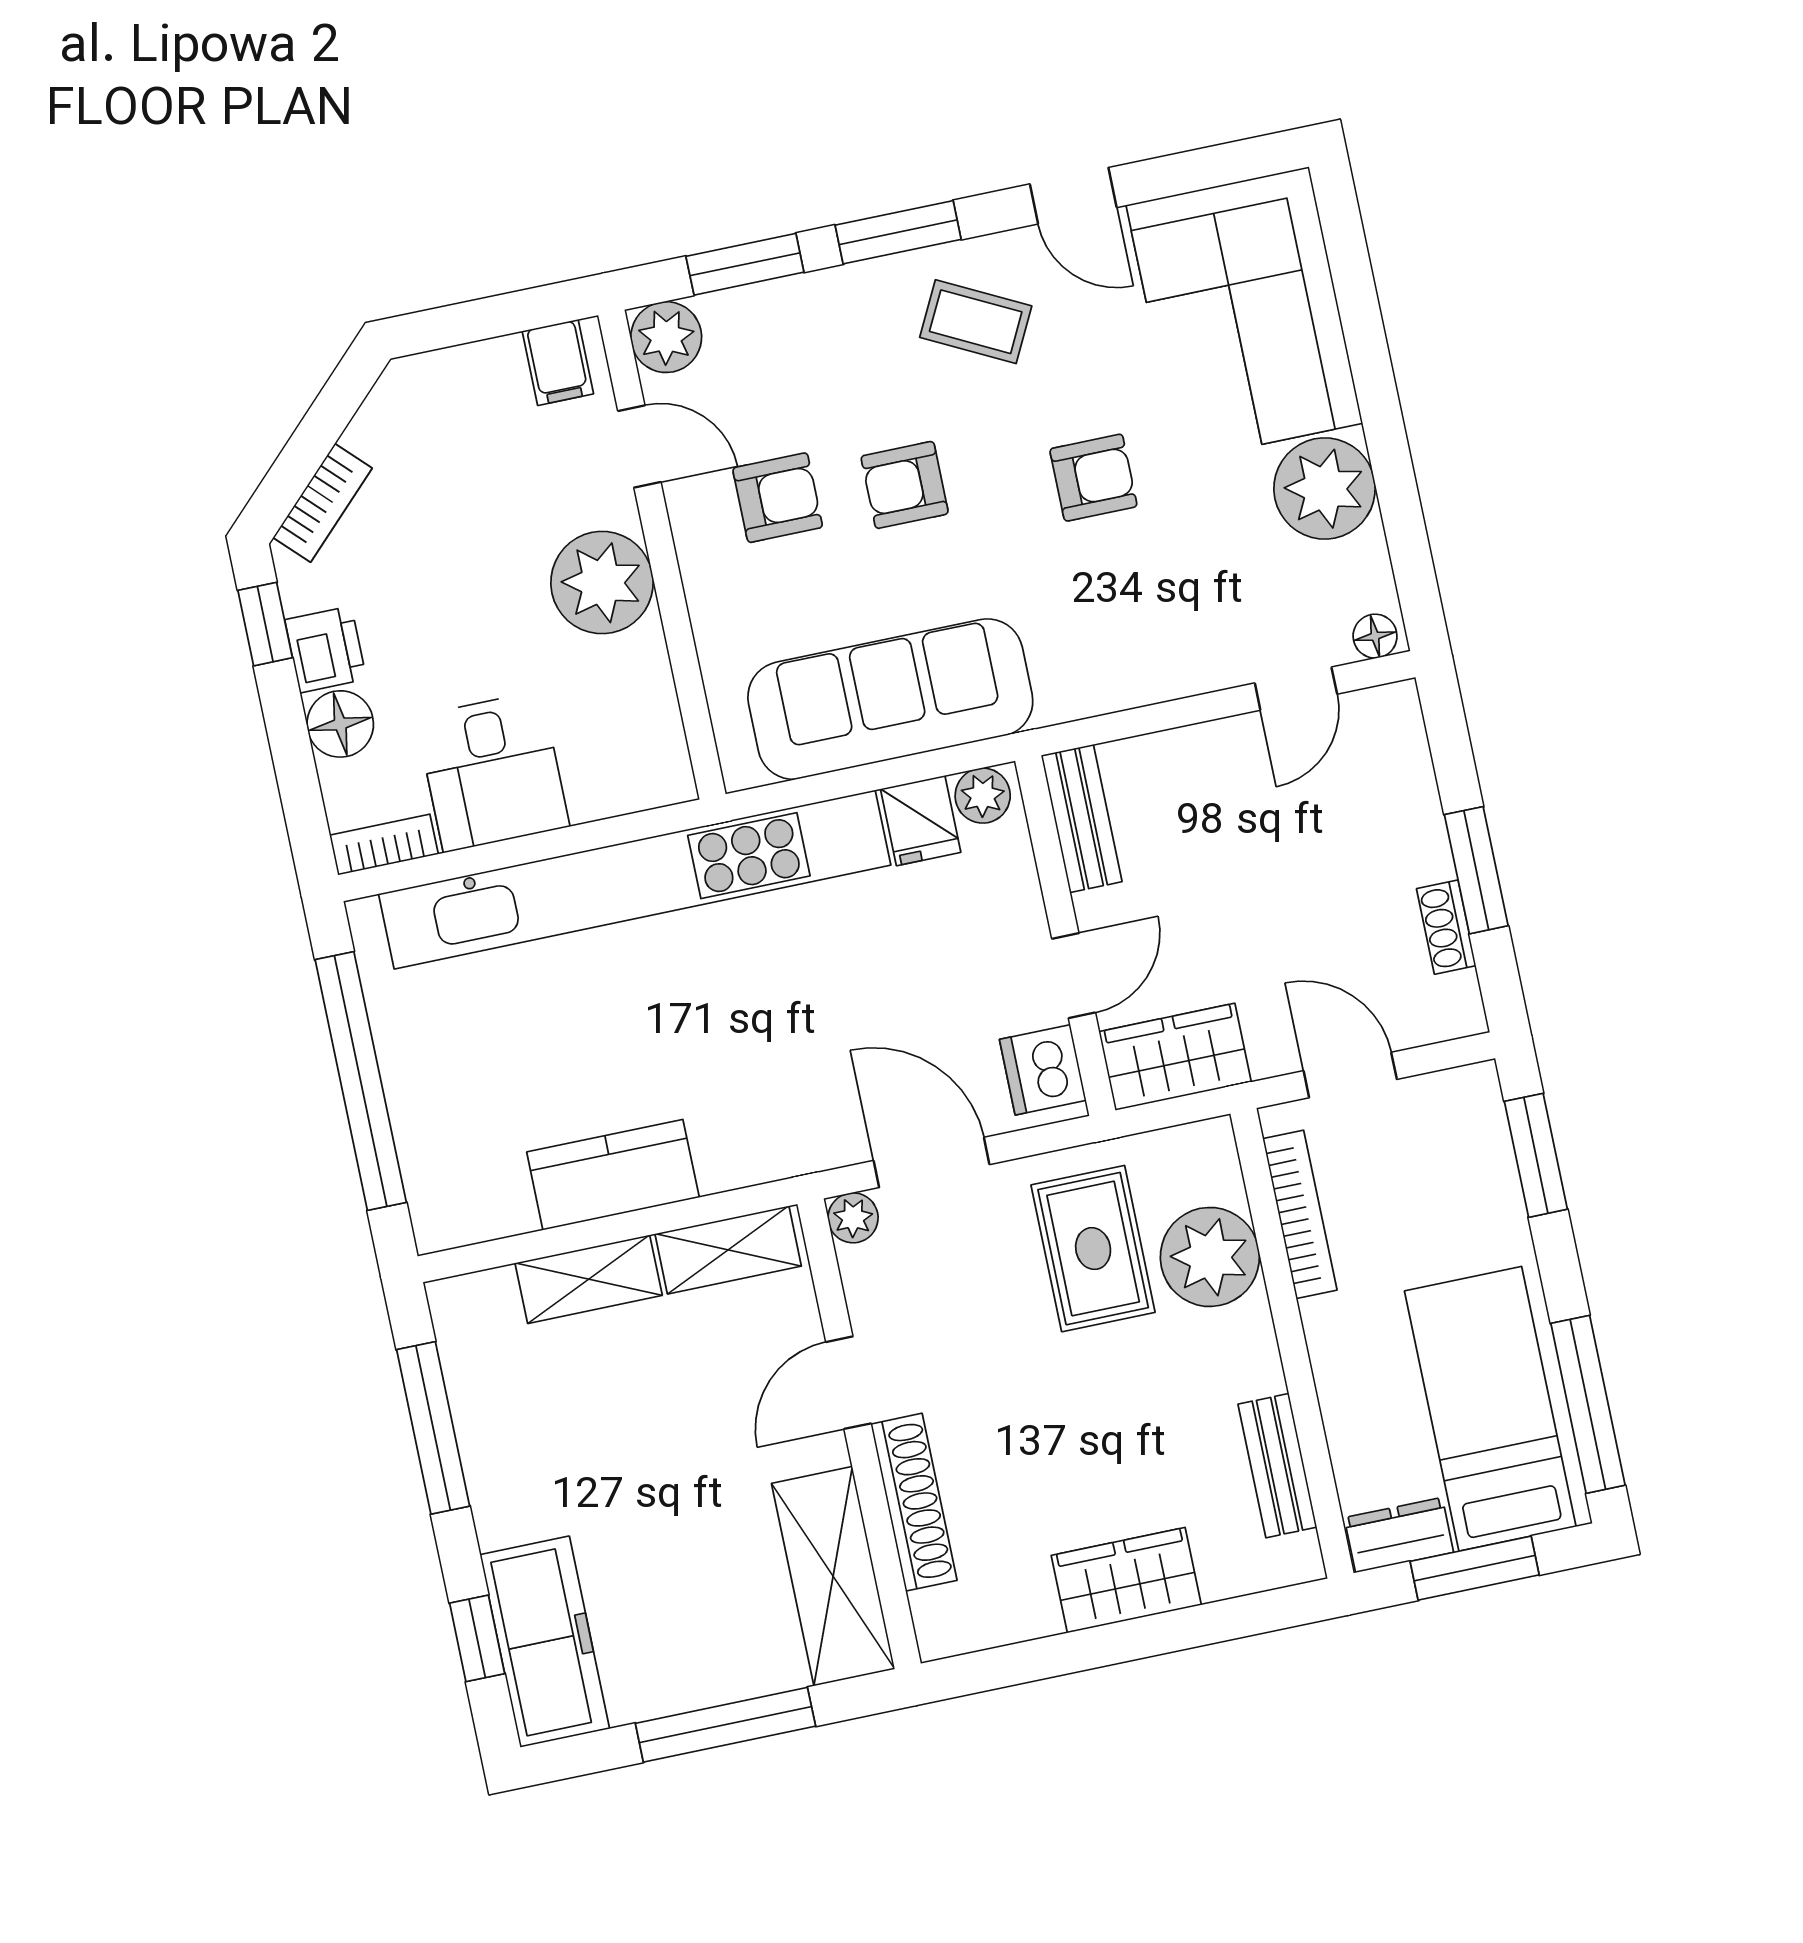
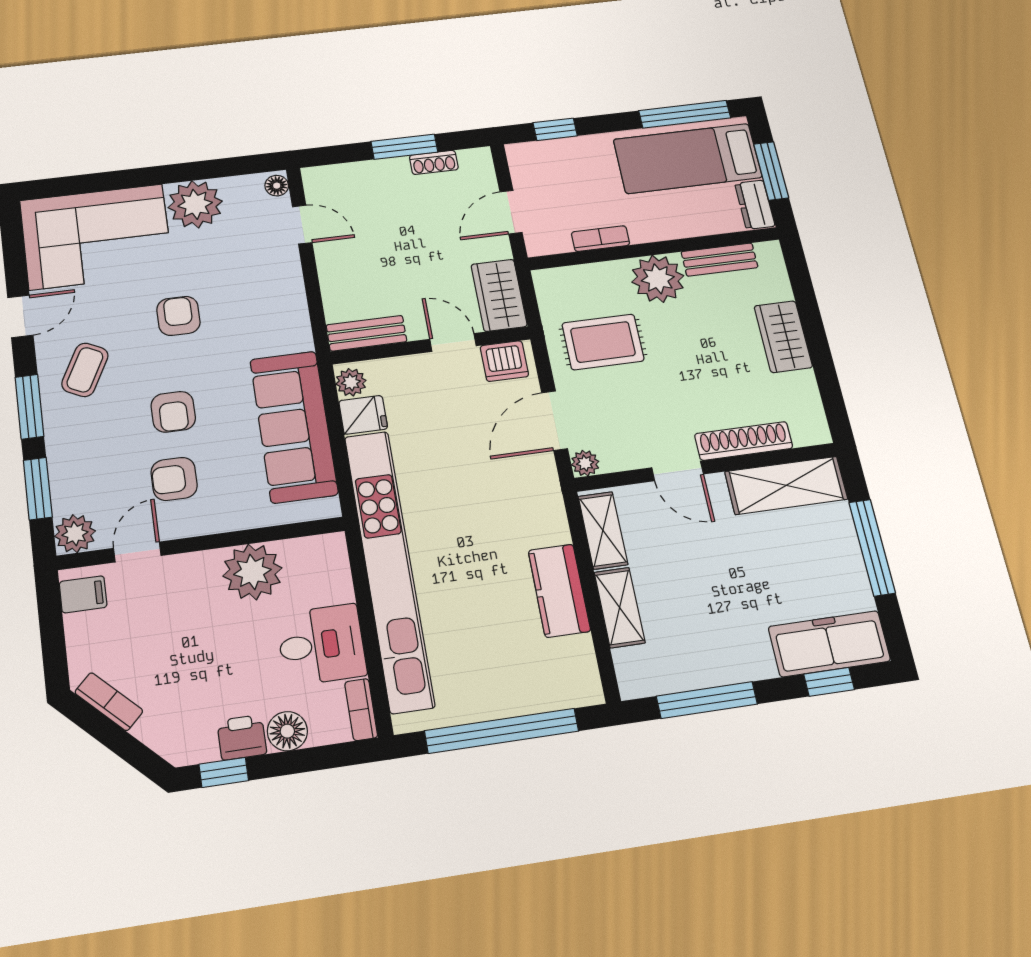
armchair: (778, 498) -> (174, 479), turned -90
bookcase: (323, 503) -> (109, 702), moved
plant: (602, 583) -> (252, 572), moved
window: (1536, 1155) -> (555, 129), width x0.67
bookcase: (1300, 1214) -> (601, 239), width x0.64
plant: (1210, 1257) -> (658, 279), moved

